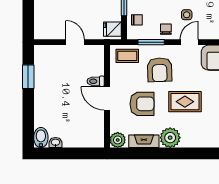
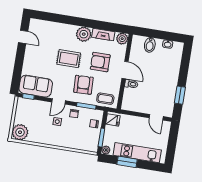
door: (75, 42) -> (156, 117), moved
bidet: (41, 138) -> (150, 45), moved

